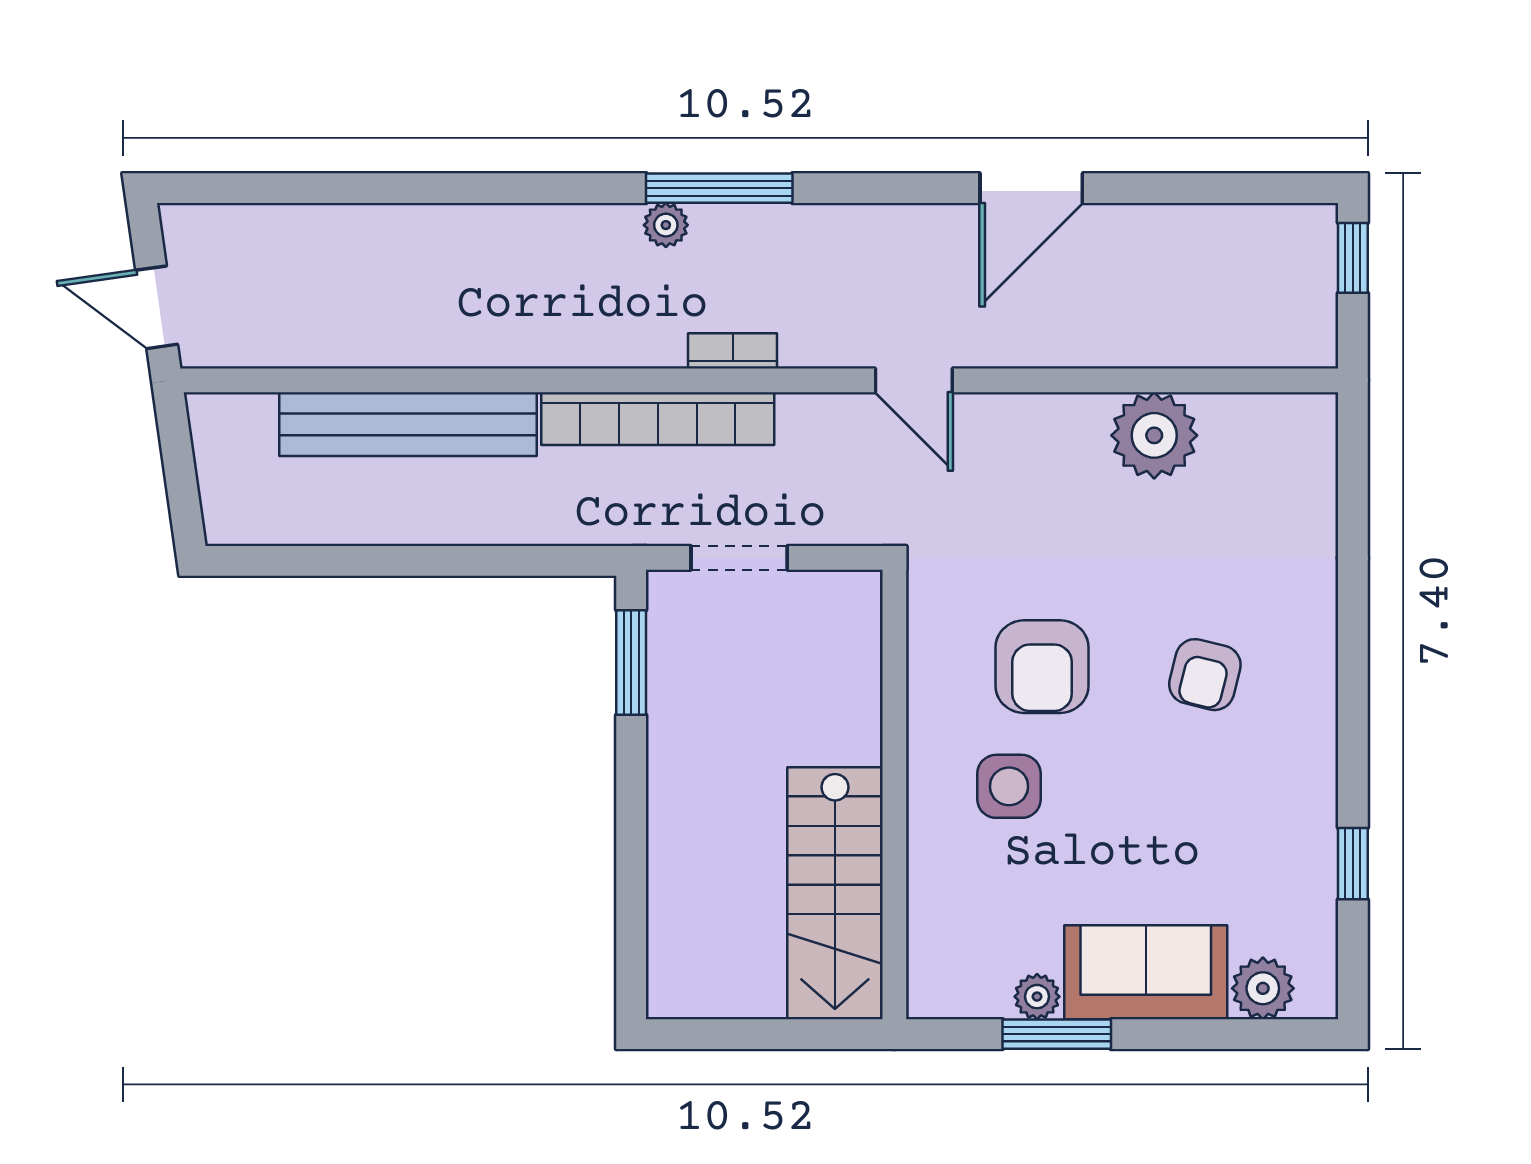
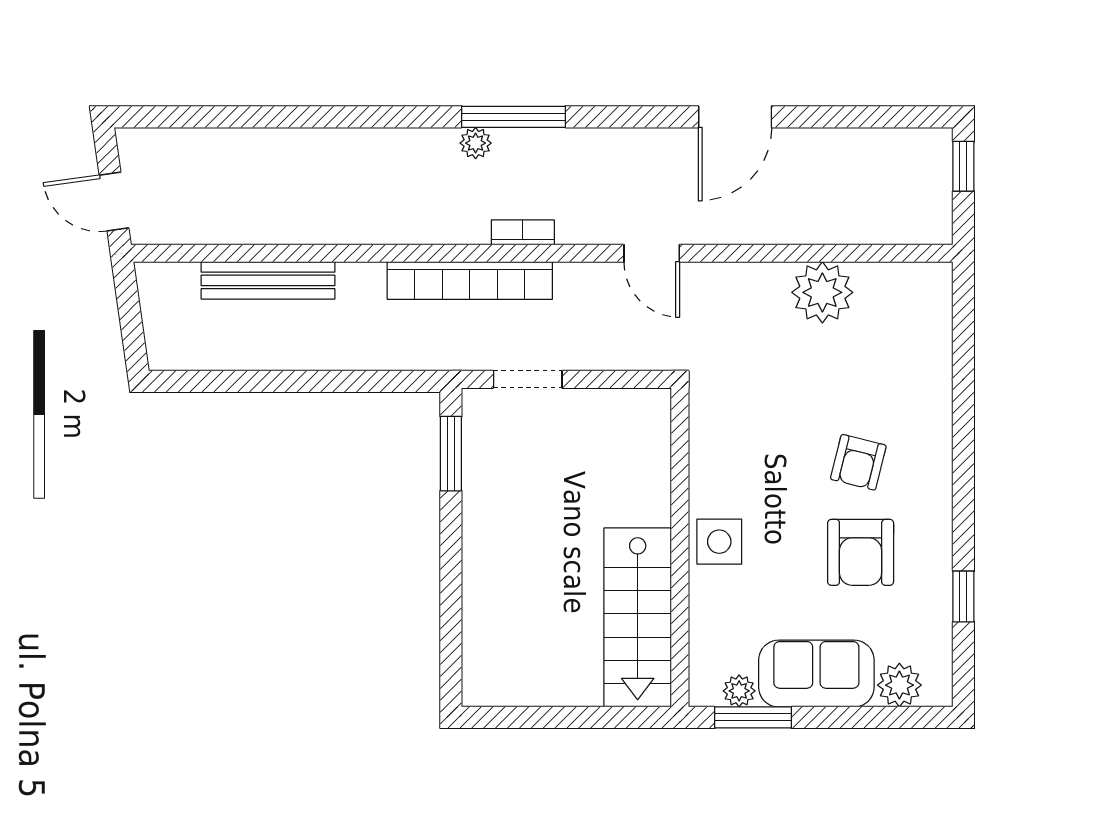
bench: (408, 424) -> (268, 280), width x0.73, depth x0.82
armchair: (1042, 667) -> (861, 552), moved
wall: (894, 794) -> (680, 547), moved
stairs: (835, 893) -> (638, 617), moved

